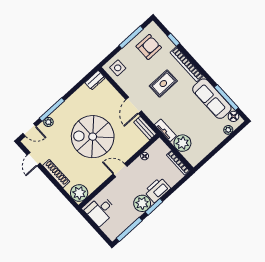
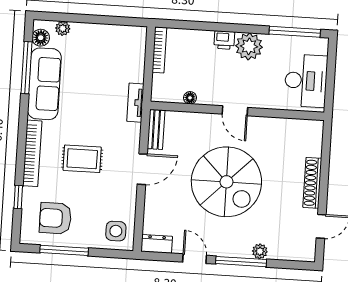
door: (30, 130) -> (195, 259), moved
plant: (182, 143) -> (131, 68), removed
printer: (157, 190) -> (224, 40), width x0.53, depth x0.68
plant: (79, 193) -> (309, 133), removed
window: (154, 207) -> (240, 28), removed
desk: (100, 211) -> (306, 81), width x1.37

